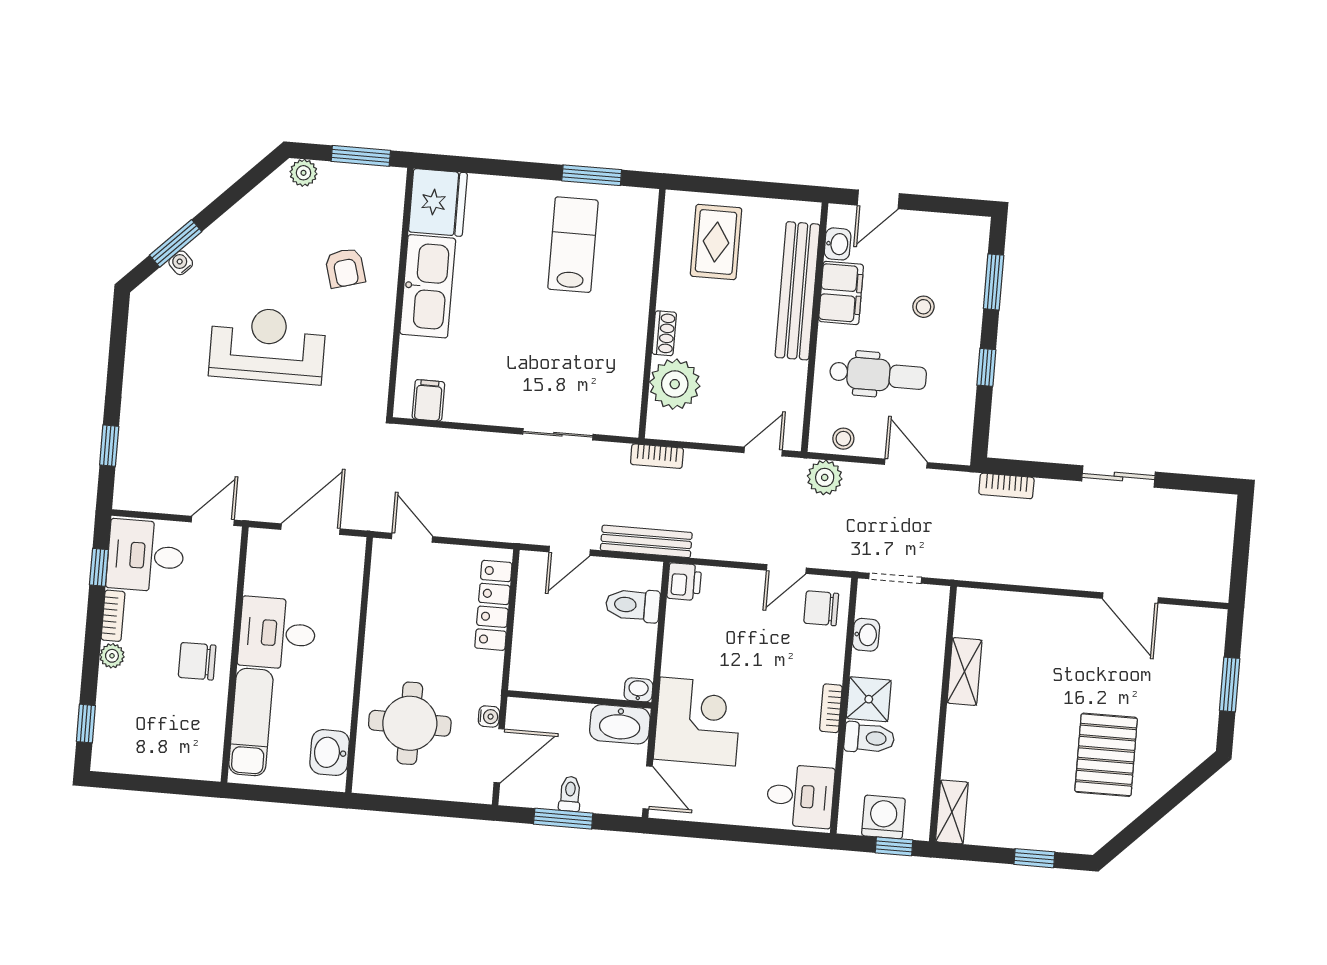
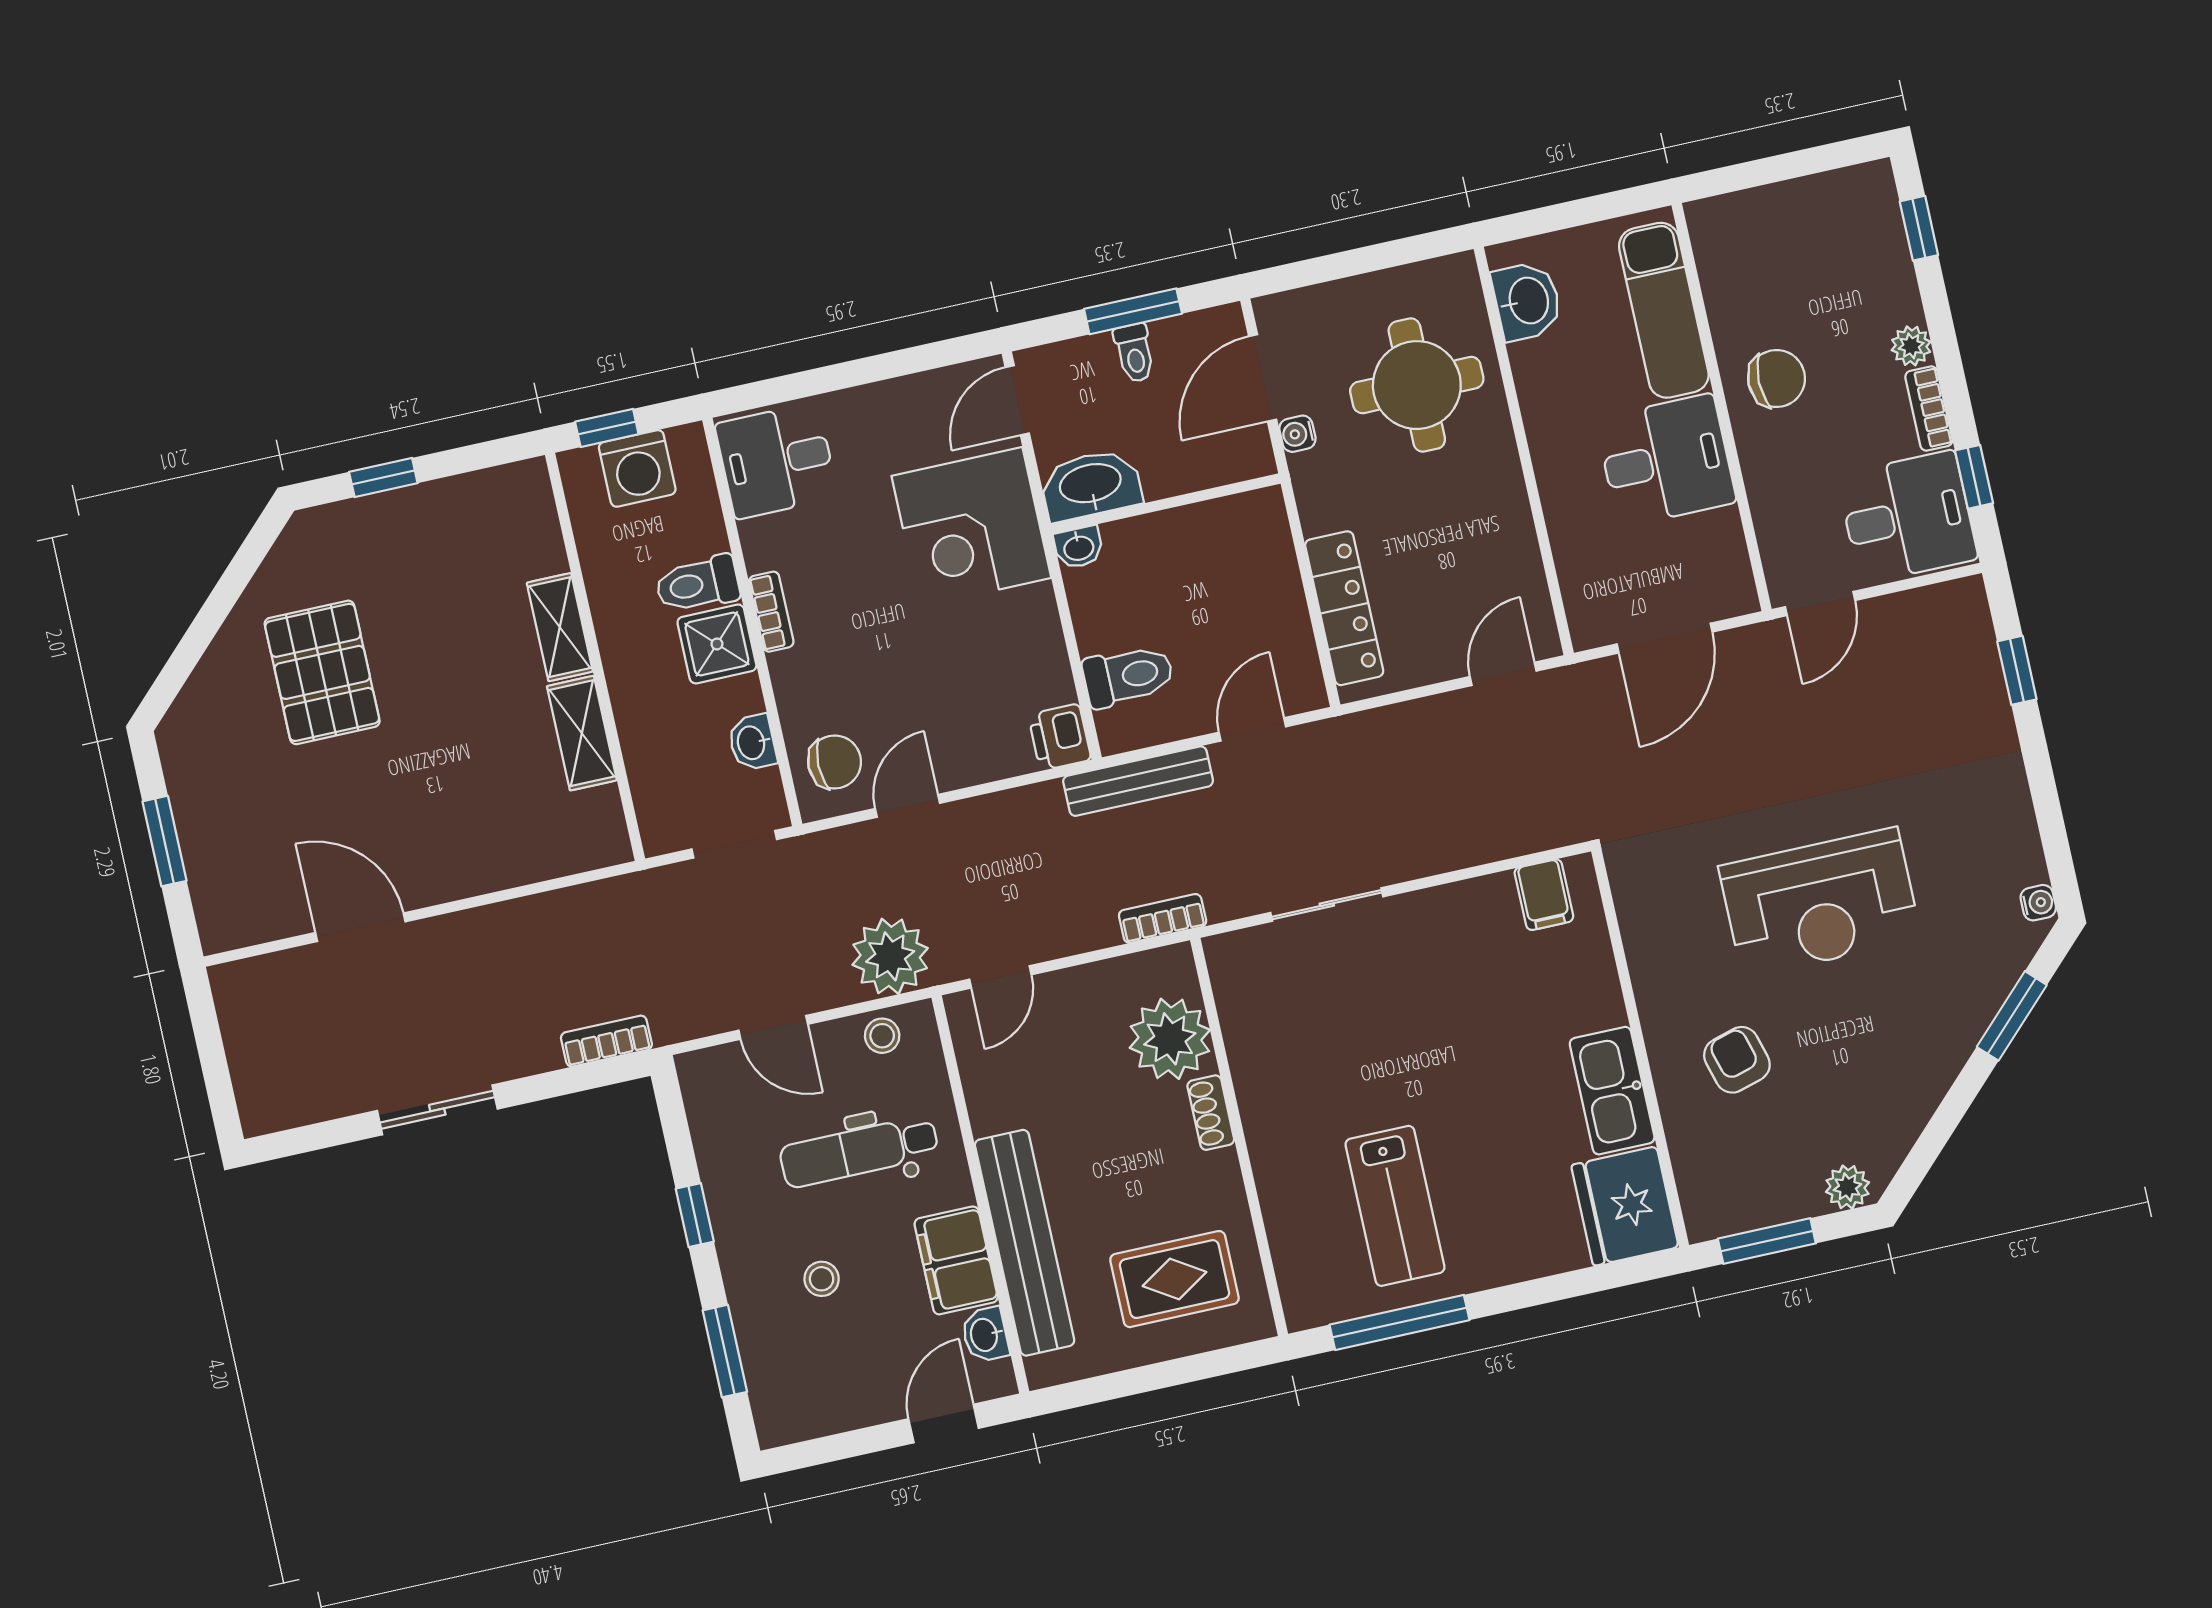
window: (592, 175) -> (1400, 1322), width x1.44
rug: (716, 242) -> (1174, 1279), turned 90
water cooler: (181, 263) -> (2038, 903), moved, turned -45
kitchen sink: (428, 286) -> (1612, 1091), width x0.73, depth x0.81
plant: (825, 477) -> (890, 956), width x1.36, depth x1.36
door: (412, 538) -> (1503, 674), swing flipped
door: (648, 788) -> (1017, 400), hinge flipped
shelving: (952, 812) -> (560, 627), moved

